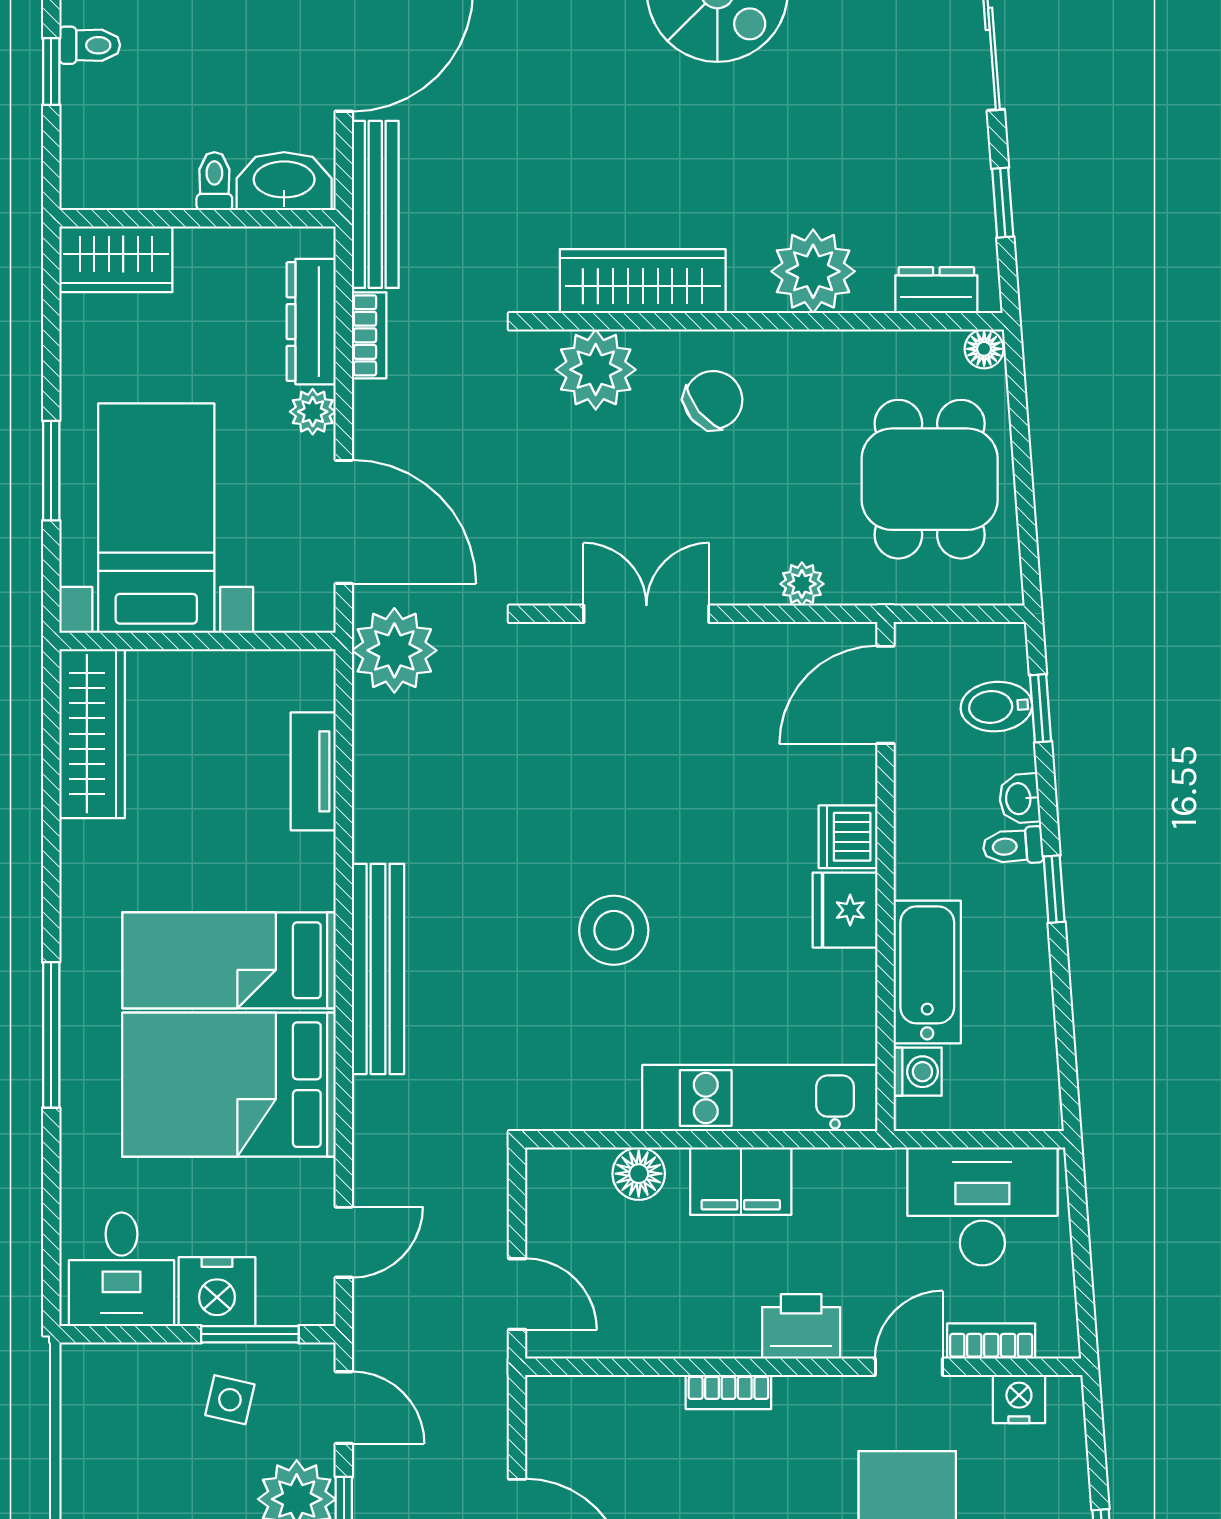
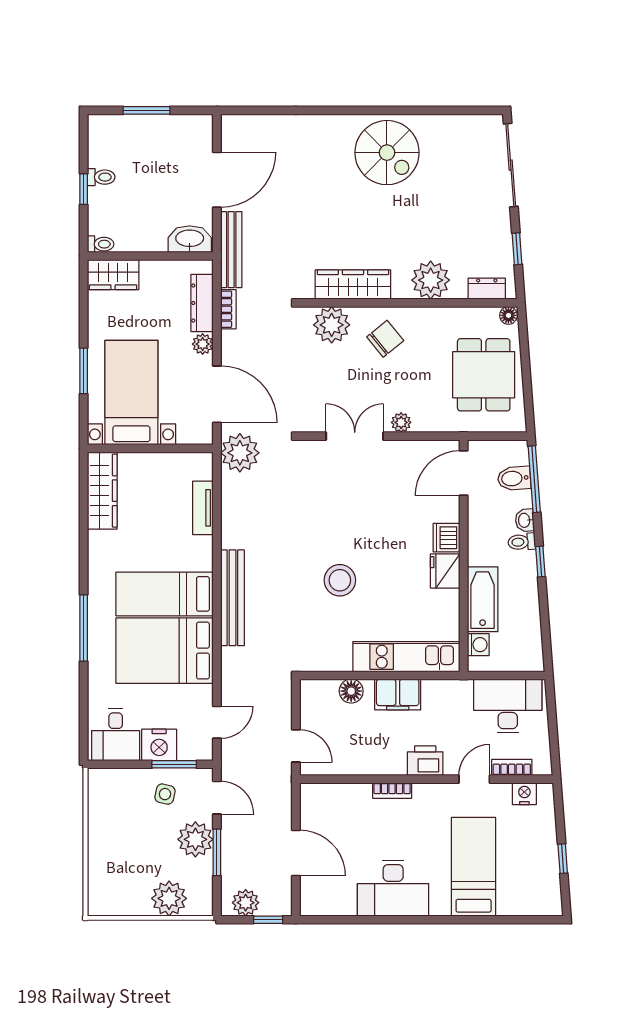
toilet: (214, 181) -> (101, 244), moved, turned 90
plant: (802, 584) -> (401, 422), moved
window: (1041, 708) -> (534, 479), width x2.17

